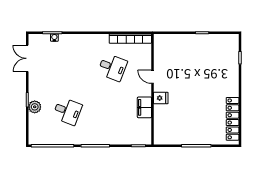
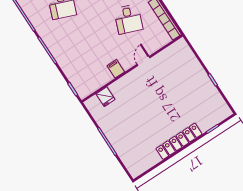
fridge: (161, 98) -> (105, 97), moved
filing cabinet: (144, 107) -> (116, 69), width x0.50
locker: (233, 119) -> (179, 141), moved

